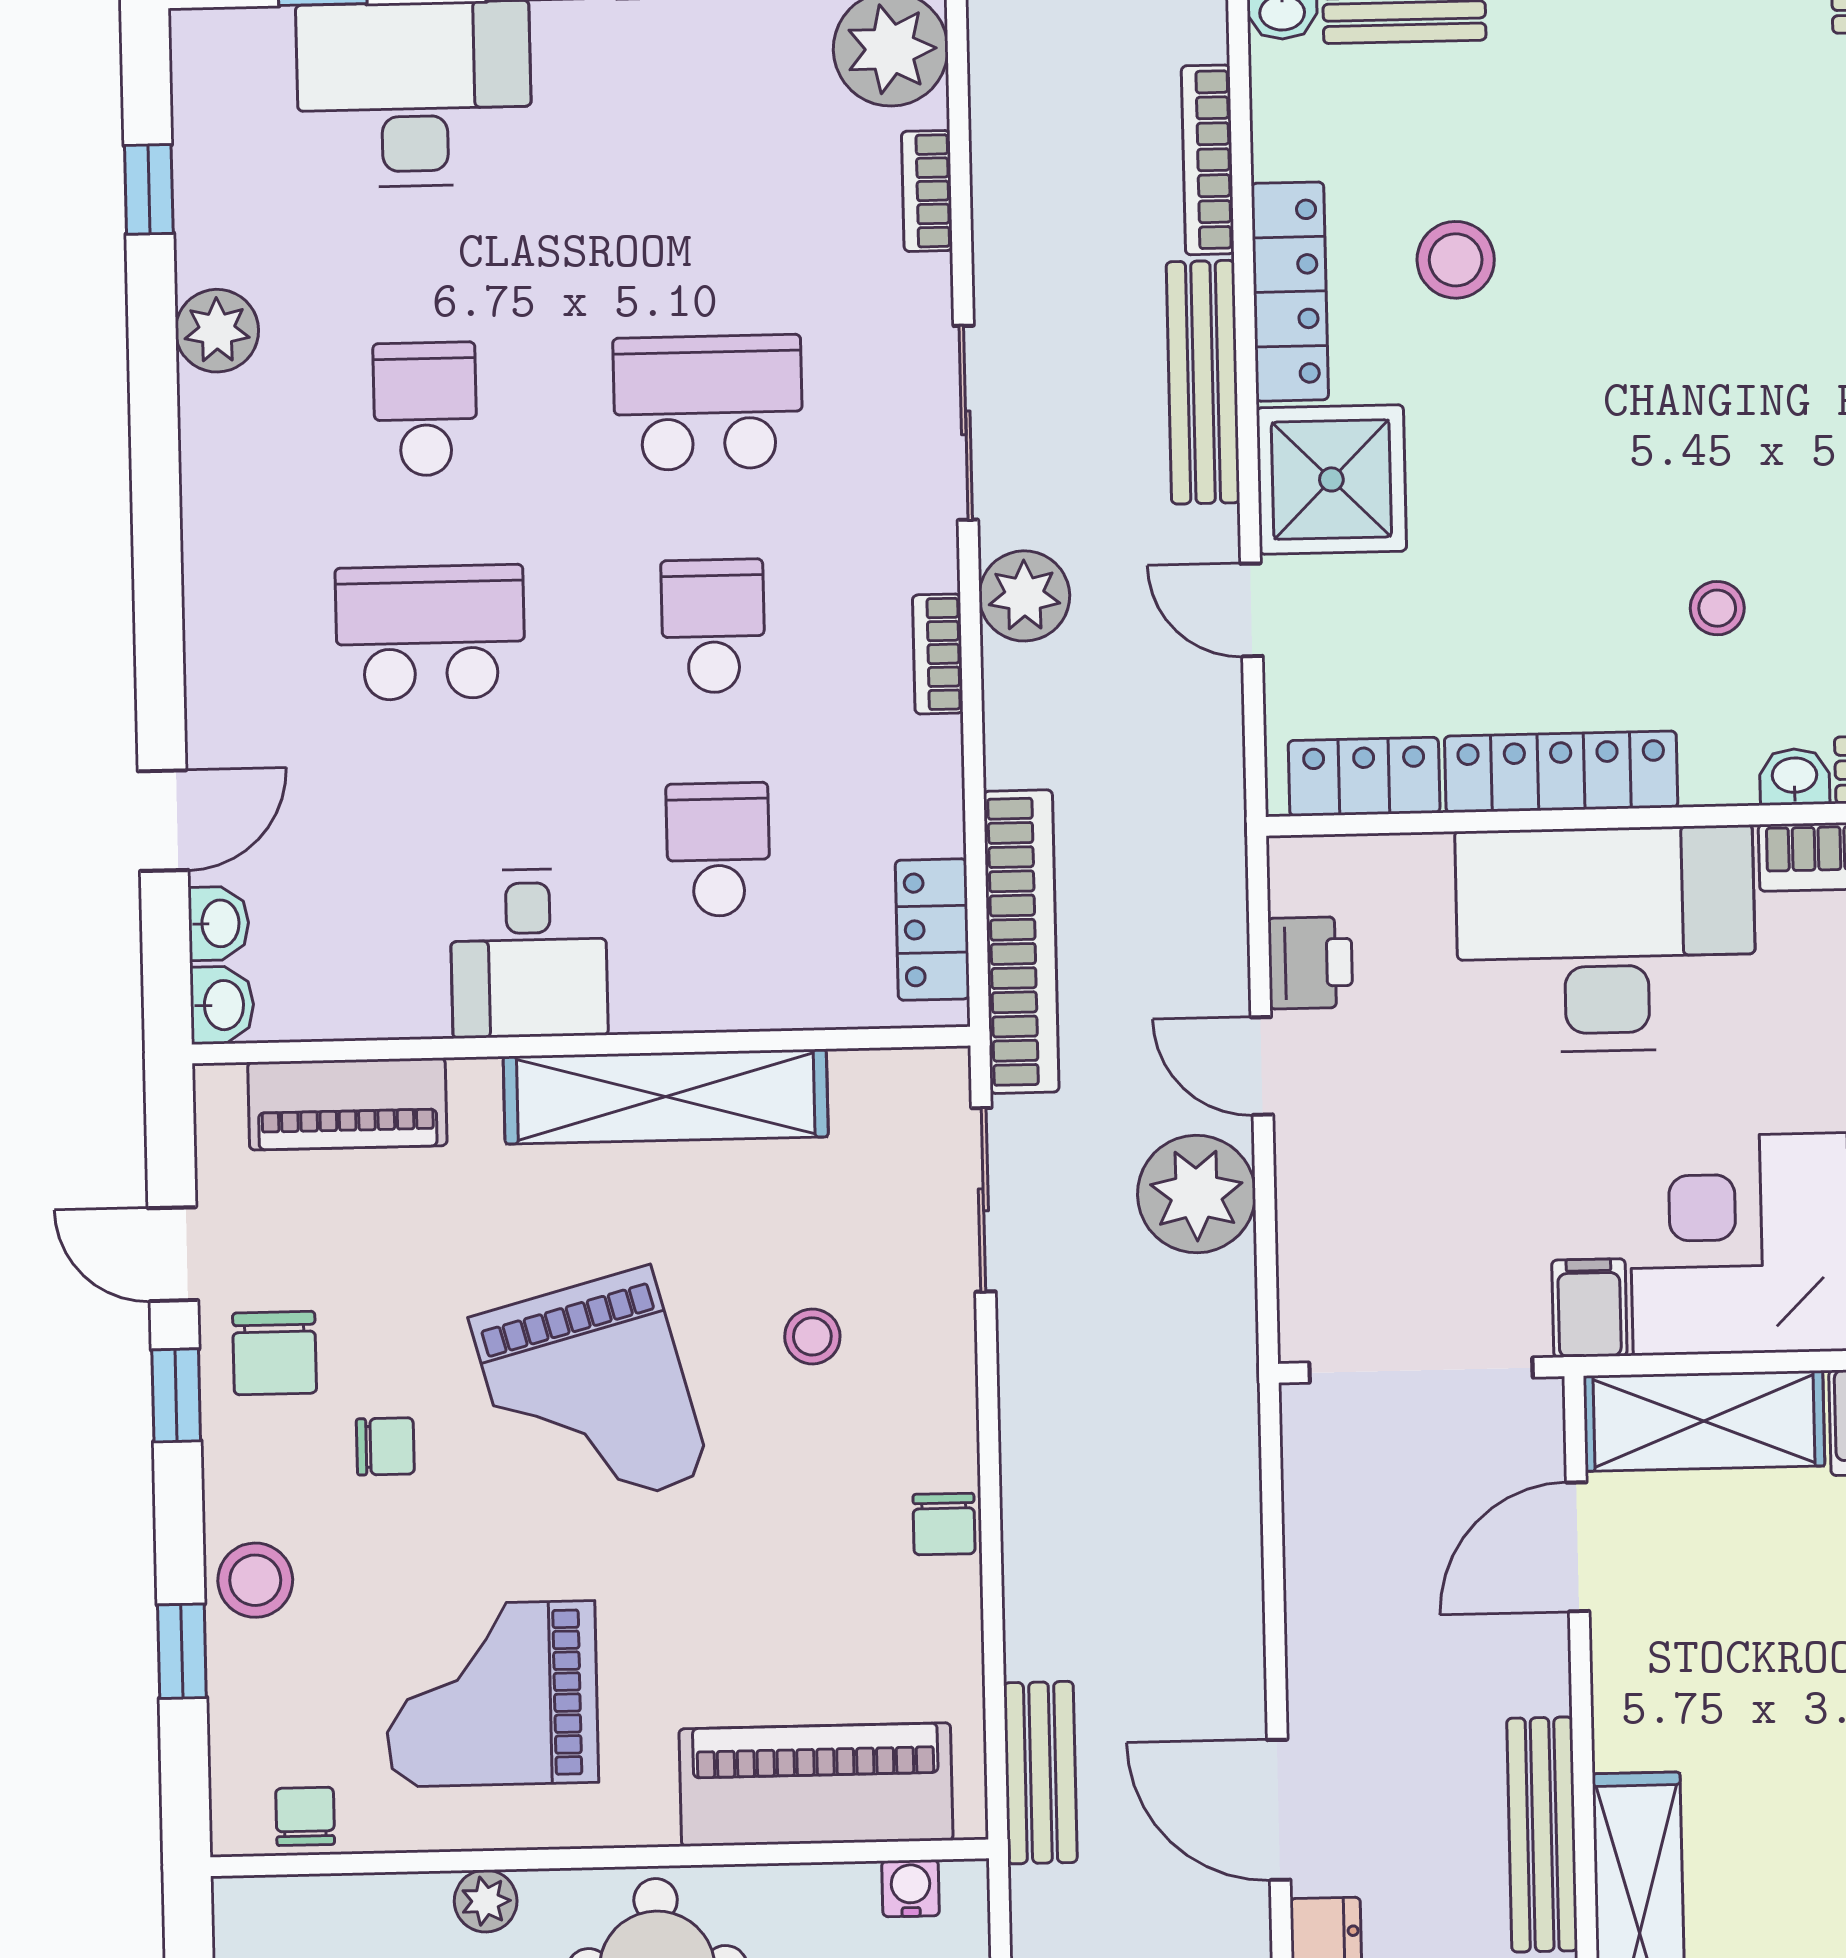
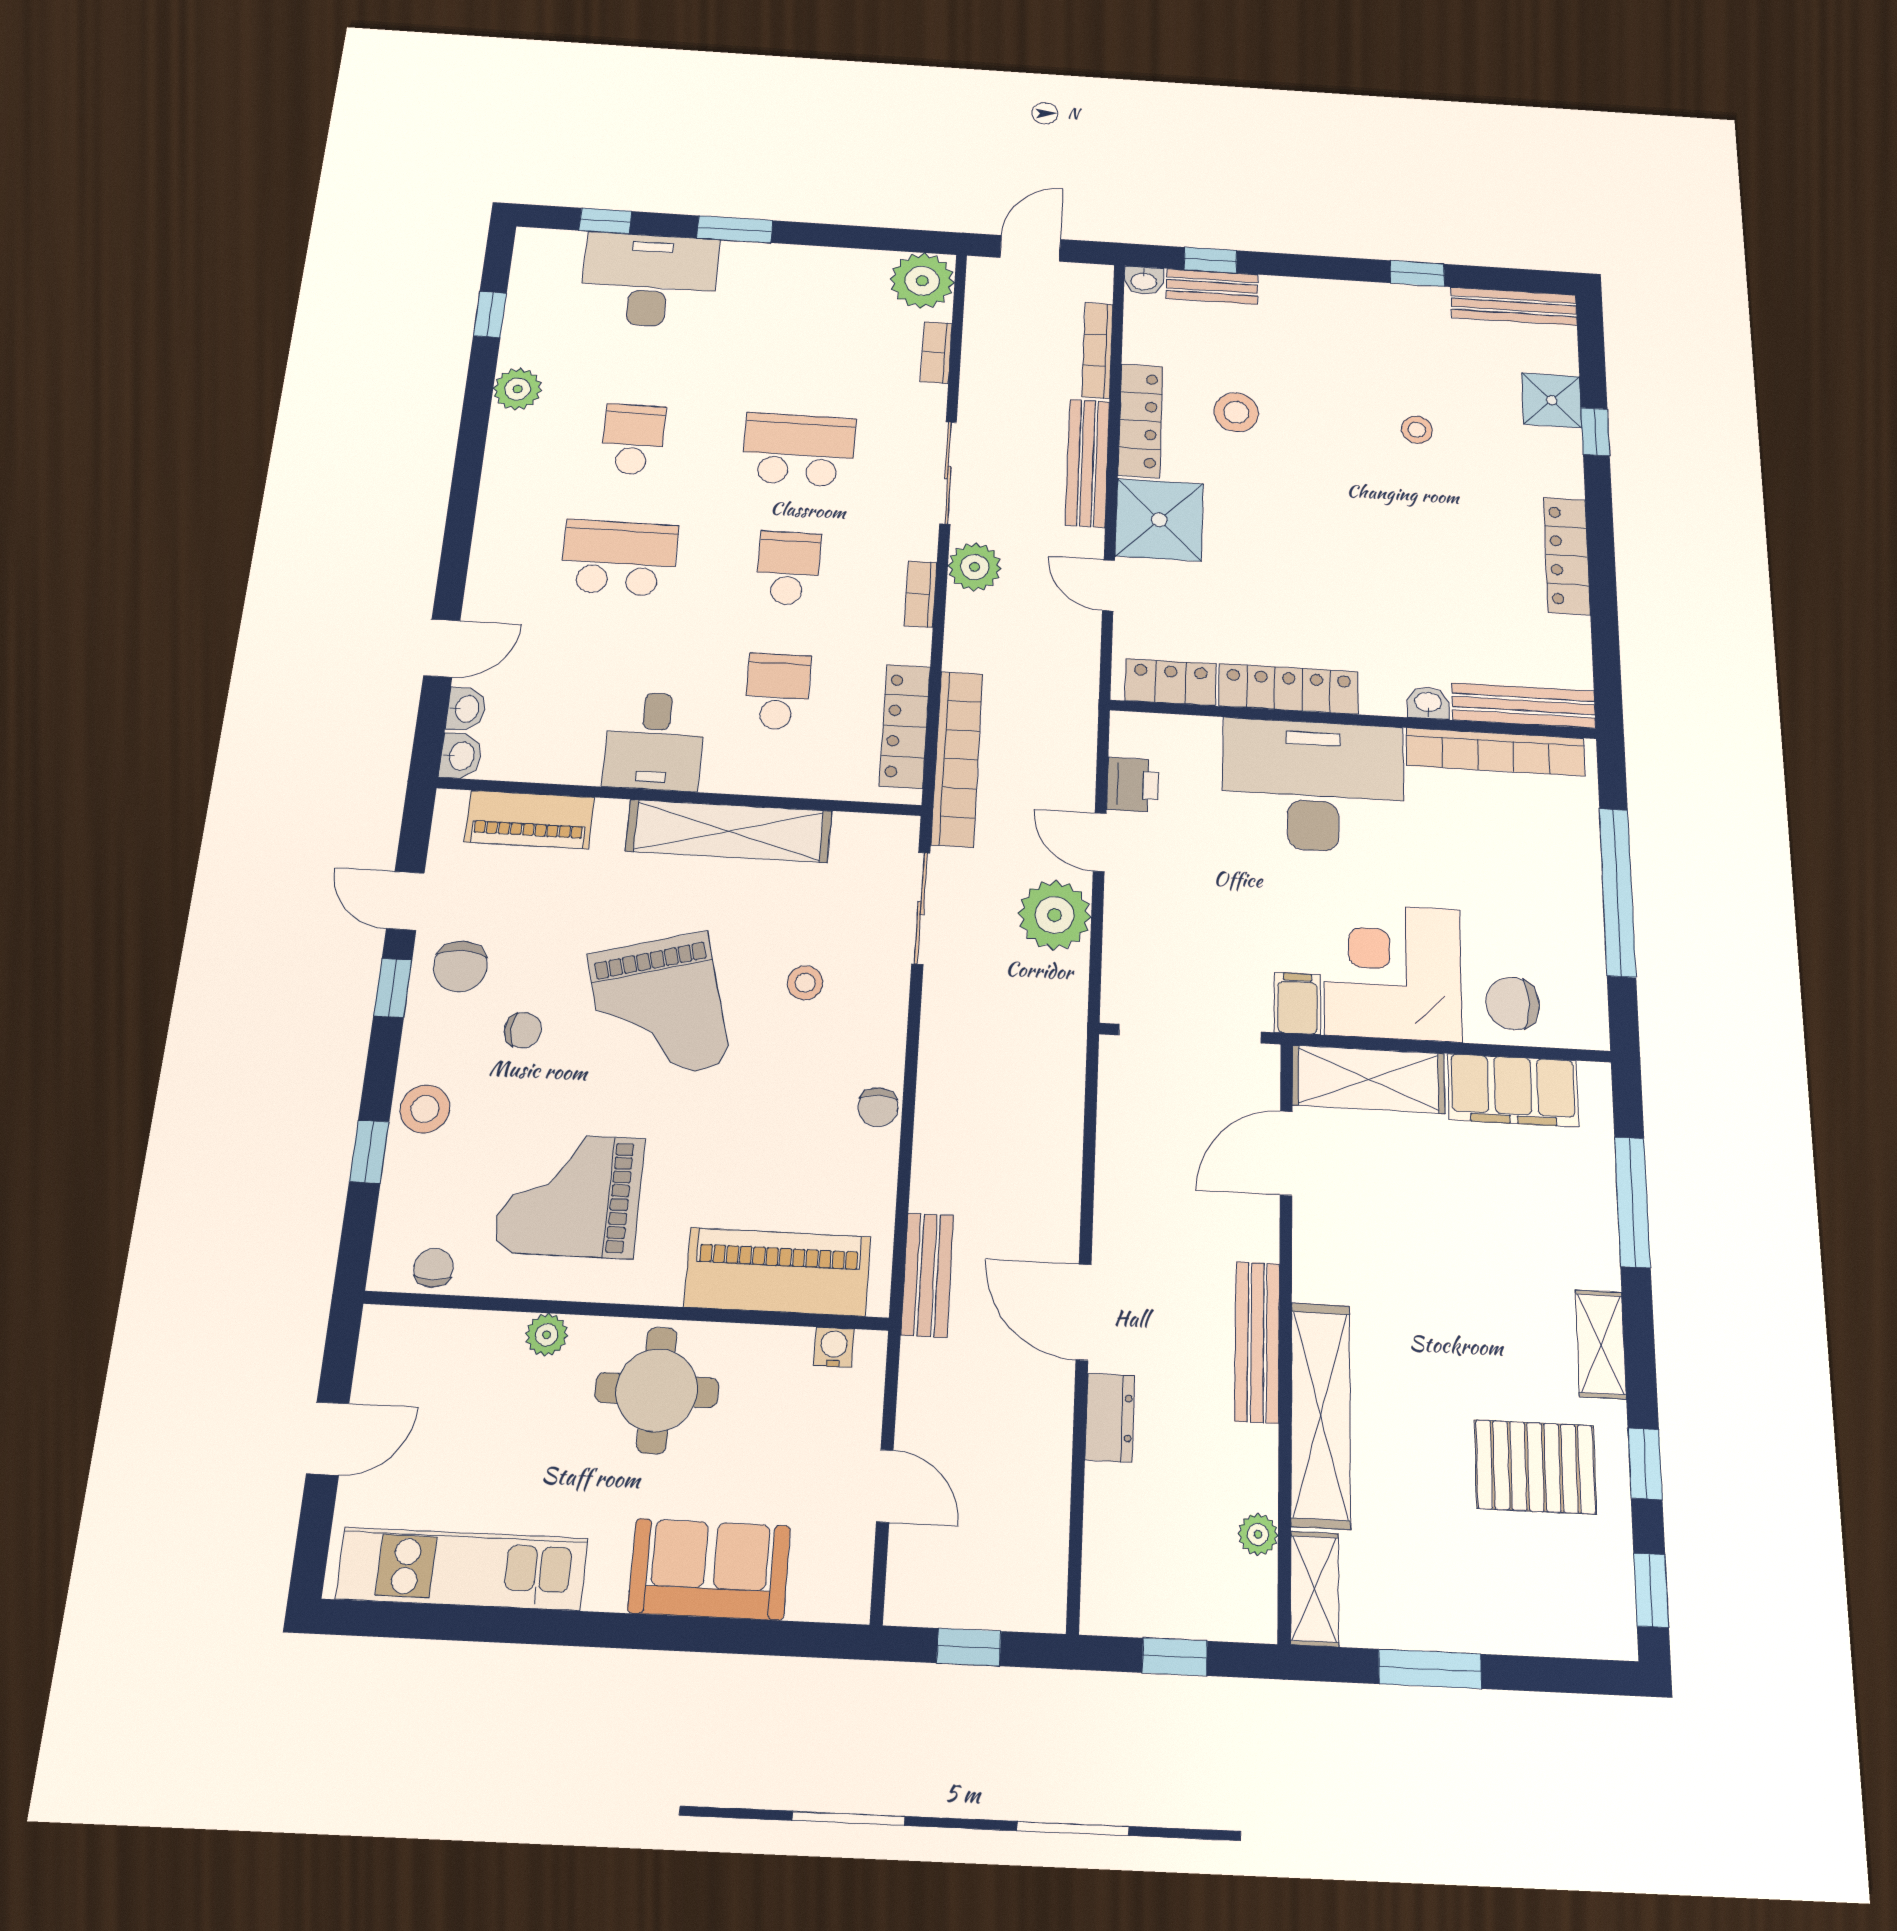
stool: (1717, 608) -> (1417, 430), moved
locker: (932, 930) -> (905, 726), width x1.53

